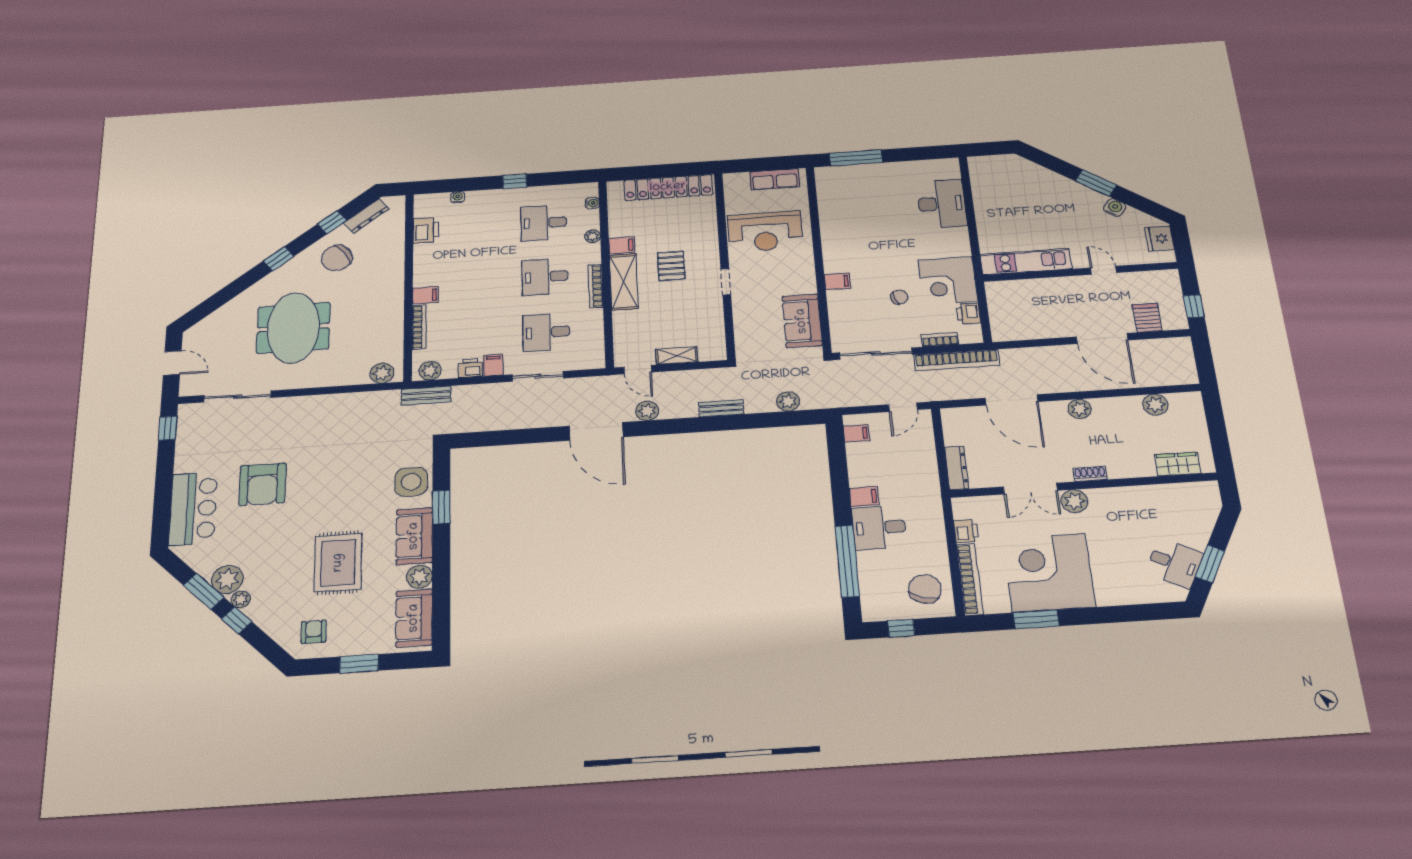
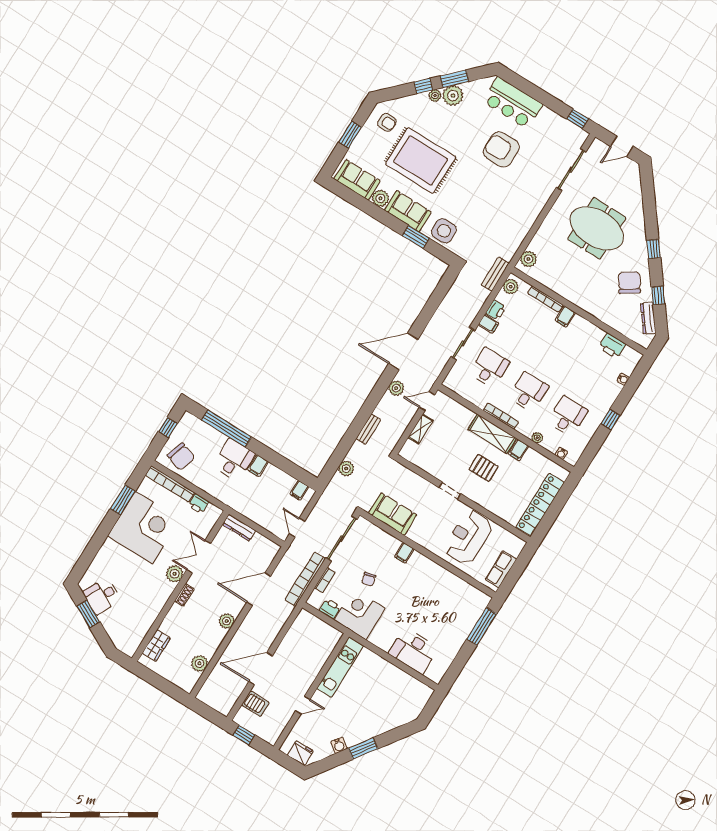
rug: (338, 563) -> (421, 161), width x1.37, depth x1.44

